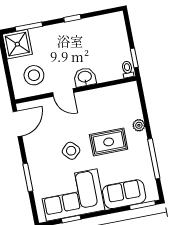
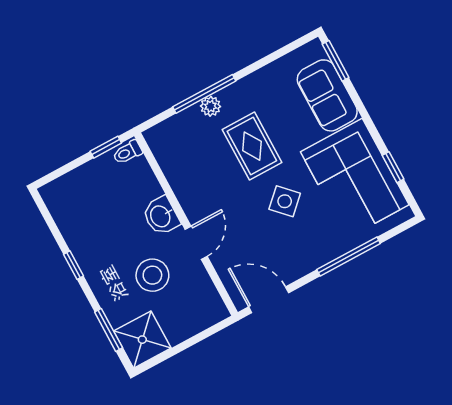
stool: (34, 75) -> (152, 275), moved
window: (154, 159) -> (204, 94), moved
window: (28, 177) -> (349, 257), width x1.44

